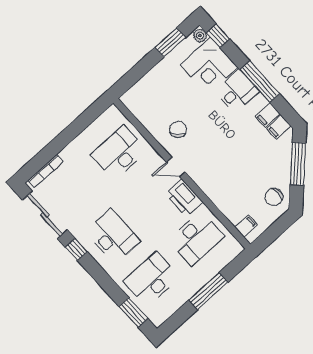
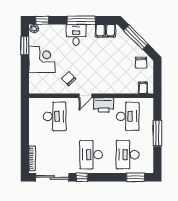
corner desk: (209, 66) -> (42, 60), moved, turned -90
desk: (119, 153) -> (55, 116), turned 180
desk: (113, 236) -> (91, 155), turned -90

